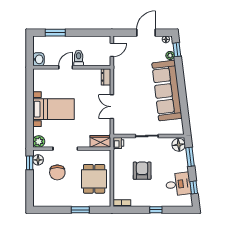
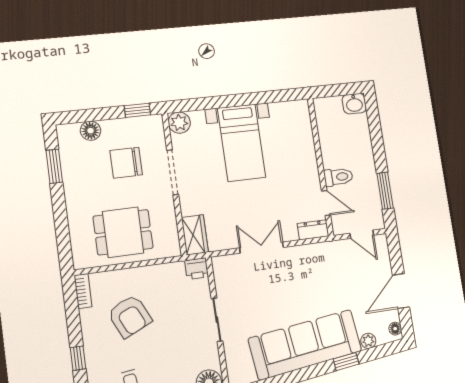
window: (55, 33) -> (385, 191), moved
door: (146, 33) -> (401, 291), swing flipped
window: (177, 50) -> (346, 362), moved
washbasin: (38, 59) -> (354, 104), moved
door: (66, 67) -> (326, 203), moved
floor lamp: (38, 160) -> (91, 131), moved
armchair: (142, 171) -> (130, 316), moved, turned 65
window: (80, 210) -> (54, 166), moved

